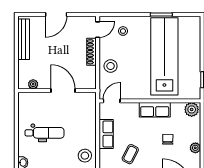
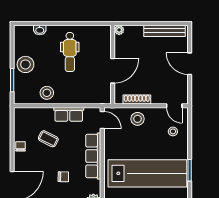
shoe rack: (91, 52) -> (137, 99), moved
plant: (33, 84) -> (119, 30), moved
row of seats: (155, 110) -> (93, 156), width x1.48

